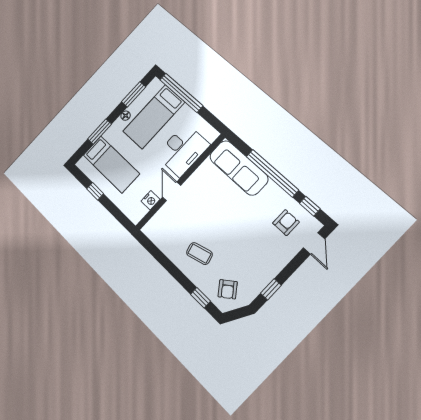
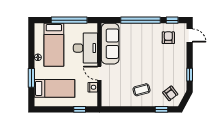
window: (181, 93) -> (69, 20), moved
window: (134, 94) -> (31, 43), removed
sofa: (239, 168) -> (110, 44), moved, turned -90
window: (95, 191) -> (80, 109), moved

